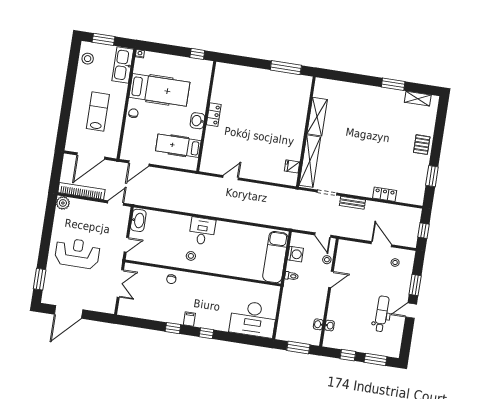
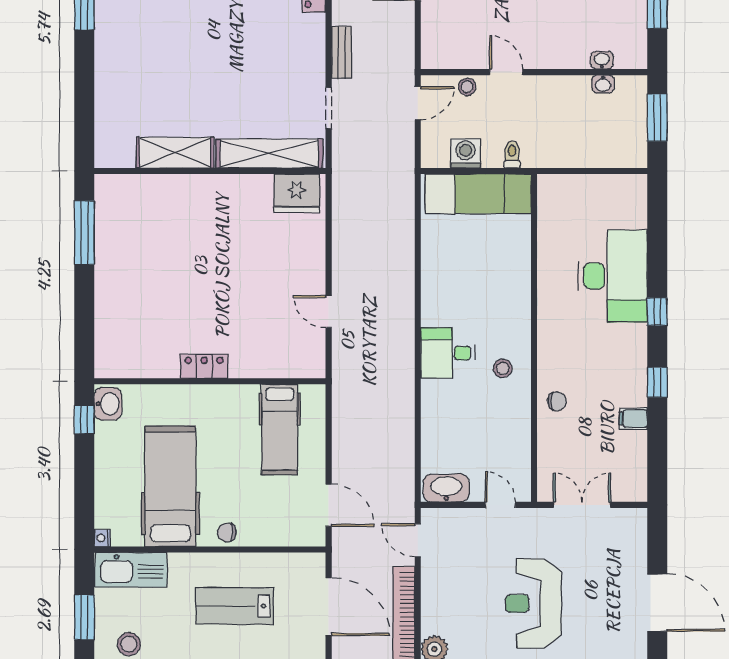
washbasin: (197, 121) -> (108, 404), moved, turned -90
fridge: (292, 166) -> (297, 193), width x1.88, depth x1.34
filing cabinet: (189, 319) -> (633, 419), moved
desk: (253, 319) -> (613, 276), moved

